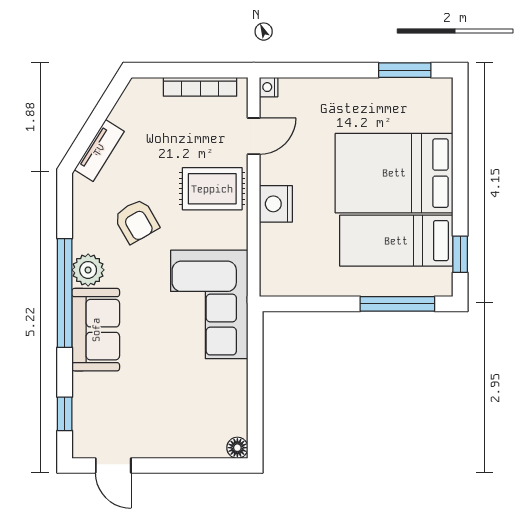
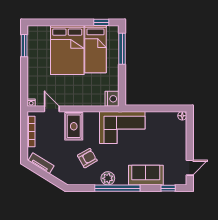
tv unit: (99, 150) -> (41, 163), moved
nightstand: (276, 204) -> (112, 99), moved, turned -90
sofa: (96, 330) -> (146, 175), moved

